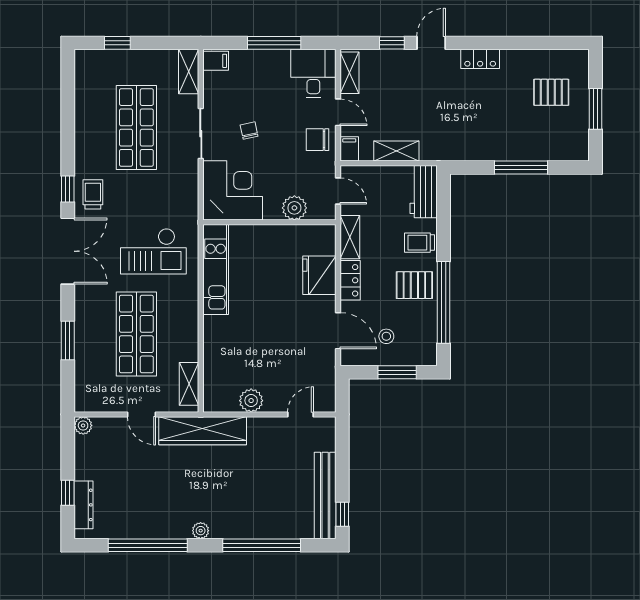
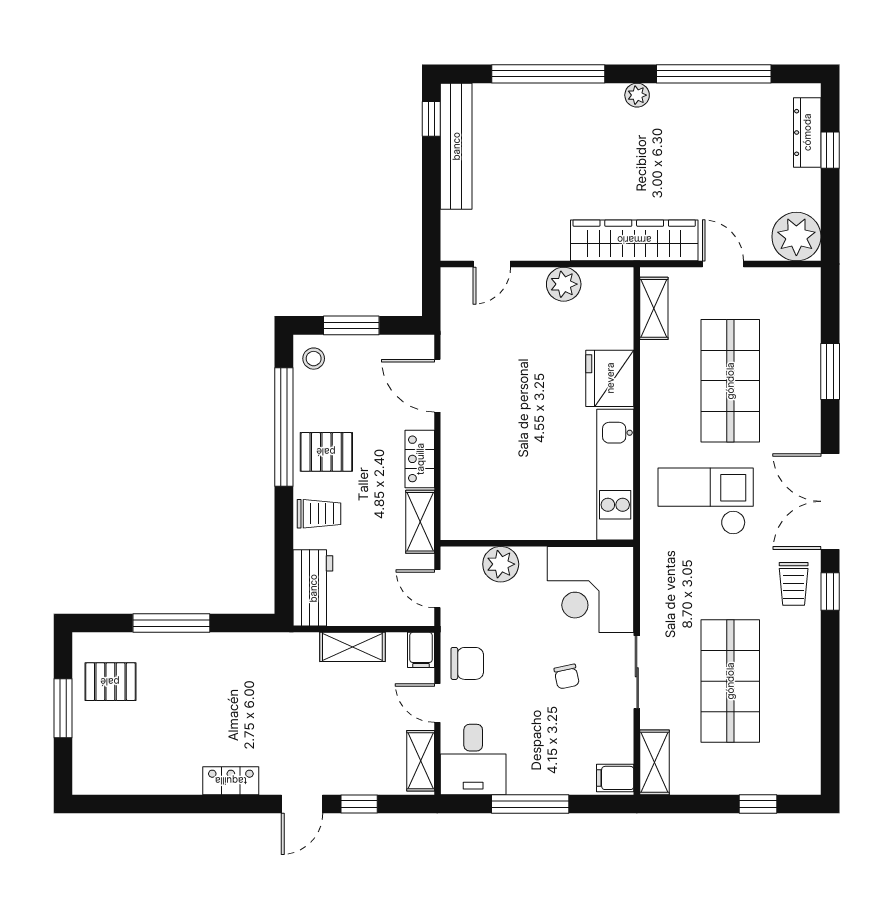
pallet: (551, 92) -> (110, 682), moved
fridge: (319, 275) -> (610, 378), moved, turned 180
stool: (386, 336) -> (314, 359), moved
plant: (83, 425) -> (796, 237), width x1.88, depth x1.88

